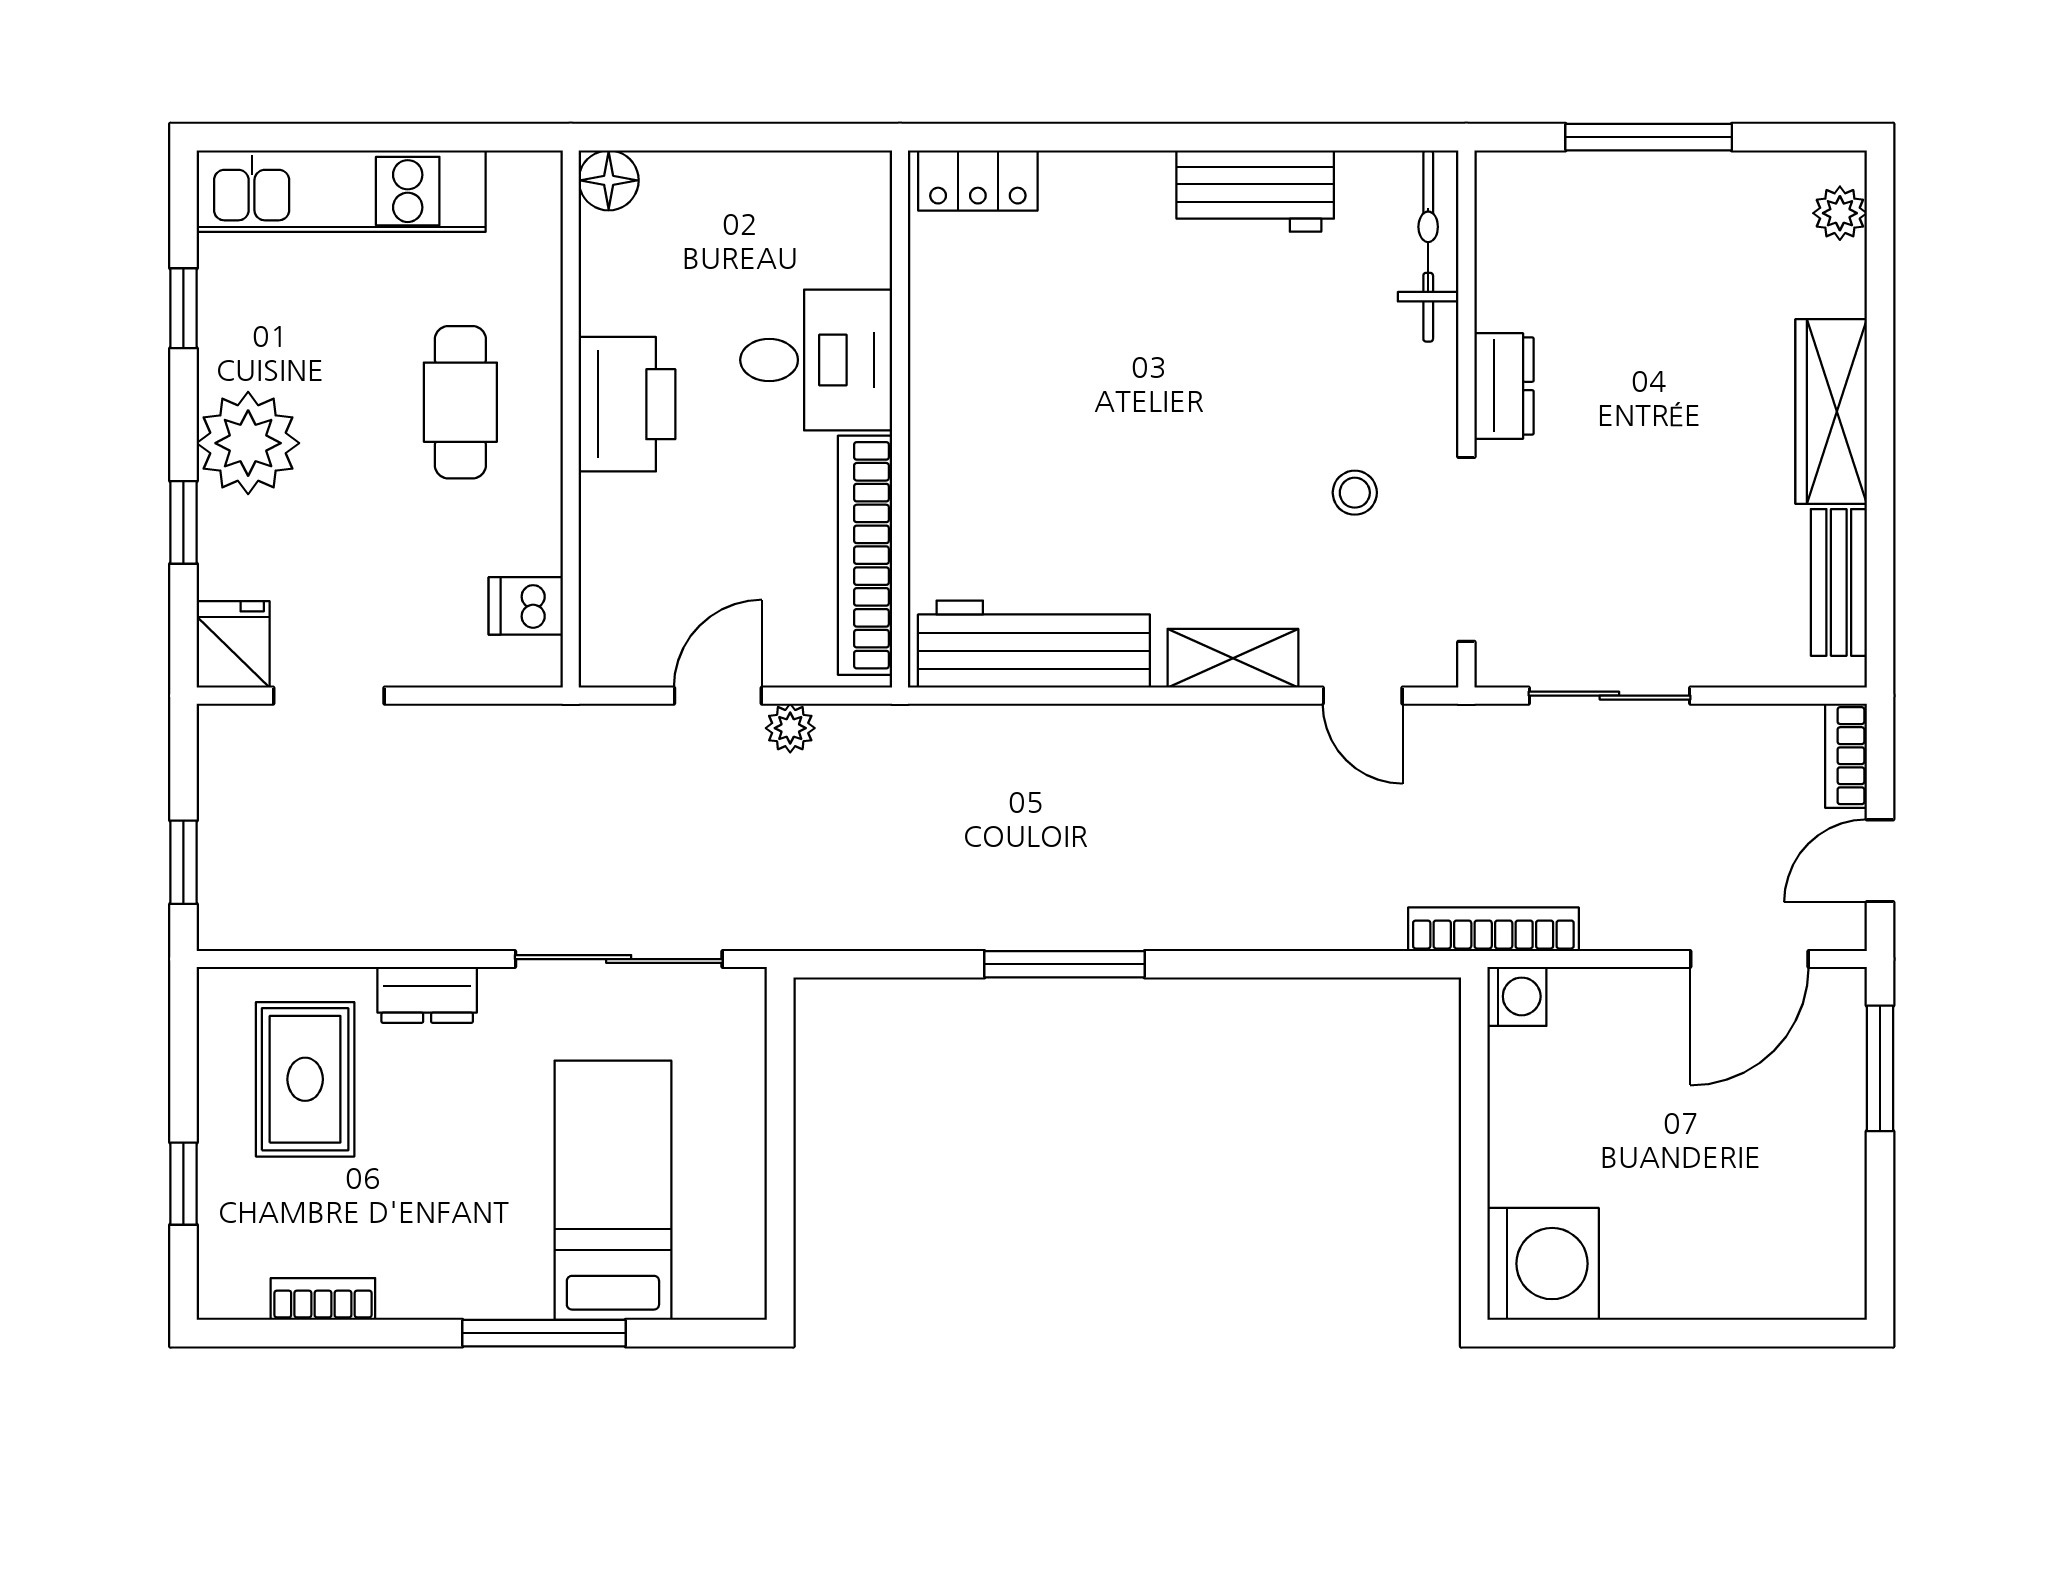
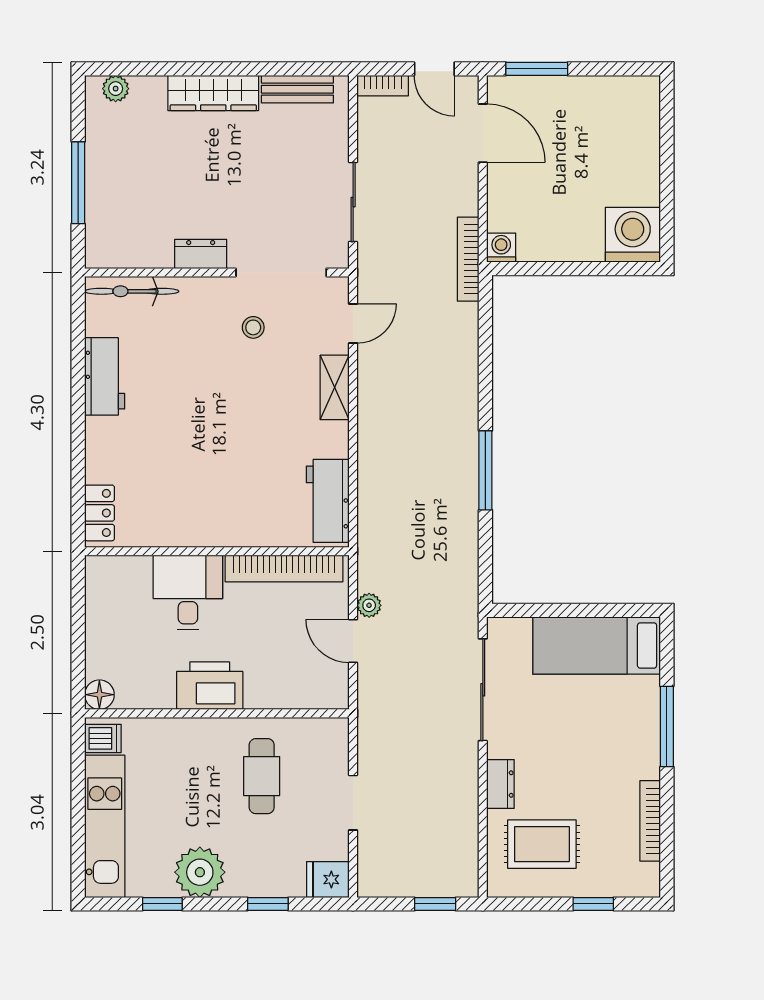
cafe table: (460, 402) -> (262, 776), moved, turned 90
plant: (248, 443) -> (200, 872), moved
dishwasher: (526, 606) -> (103, 738), moved, turned -90
workbench: (1034, 644) -> (328, 501), width x0.73
doorway: (329, 696) -> (353, 803), moved
bed: (613, 1190) -> (597, 645), moved
bookcase: (323, 1299) -> (650, 821), width x1.56

